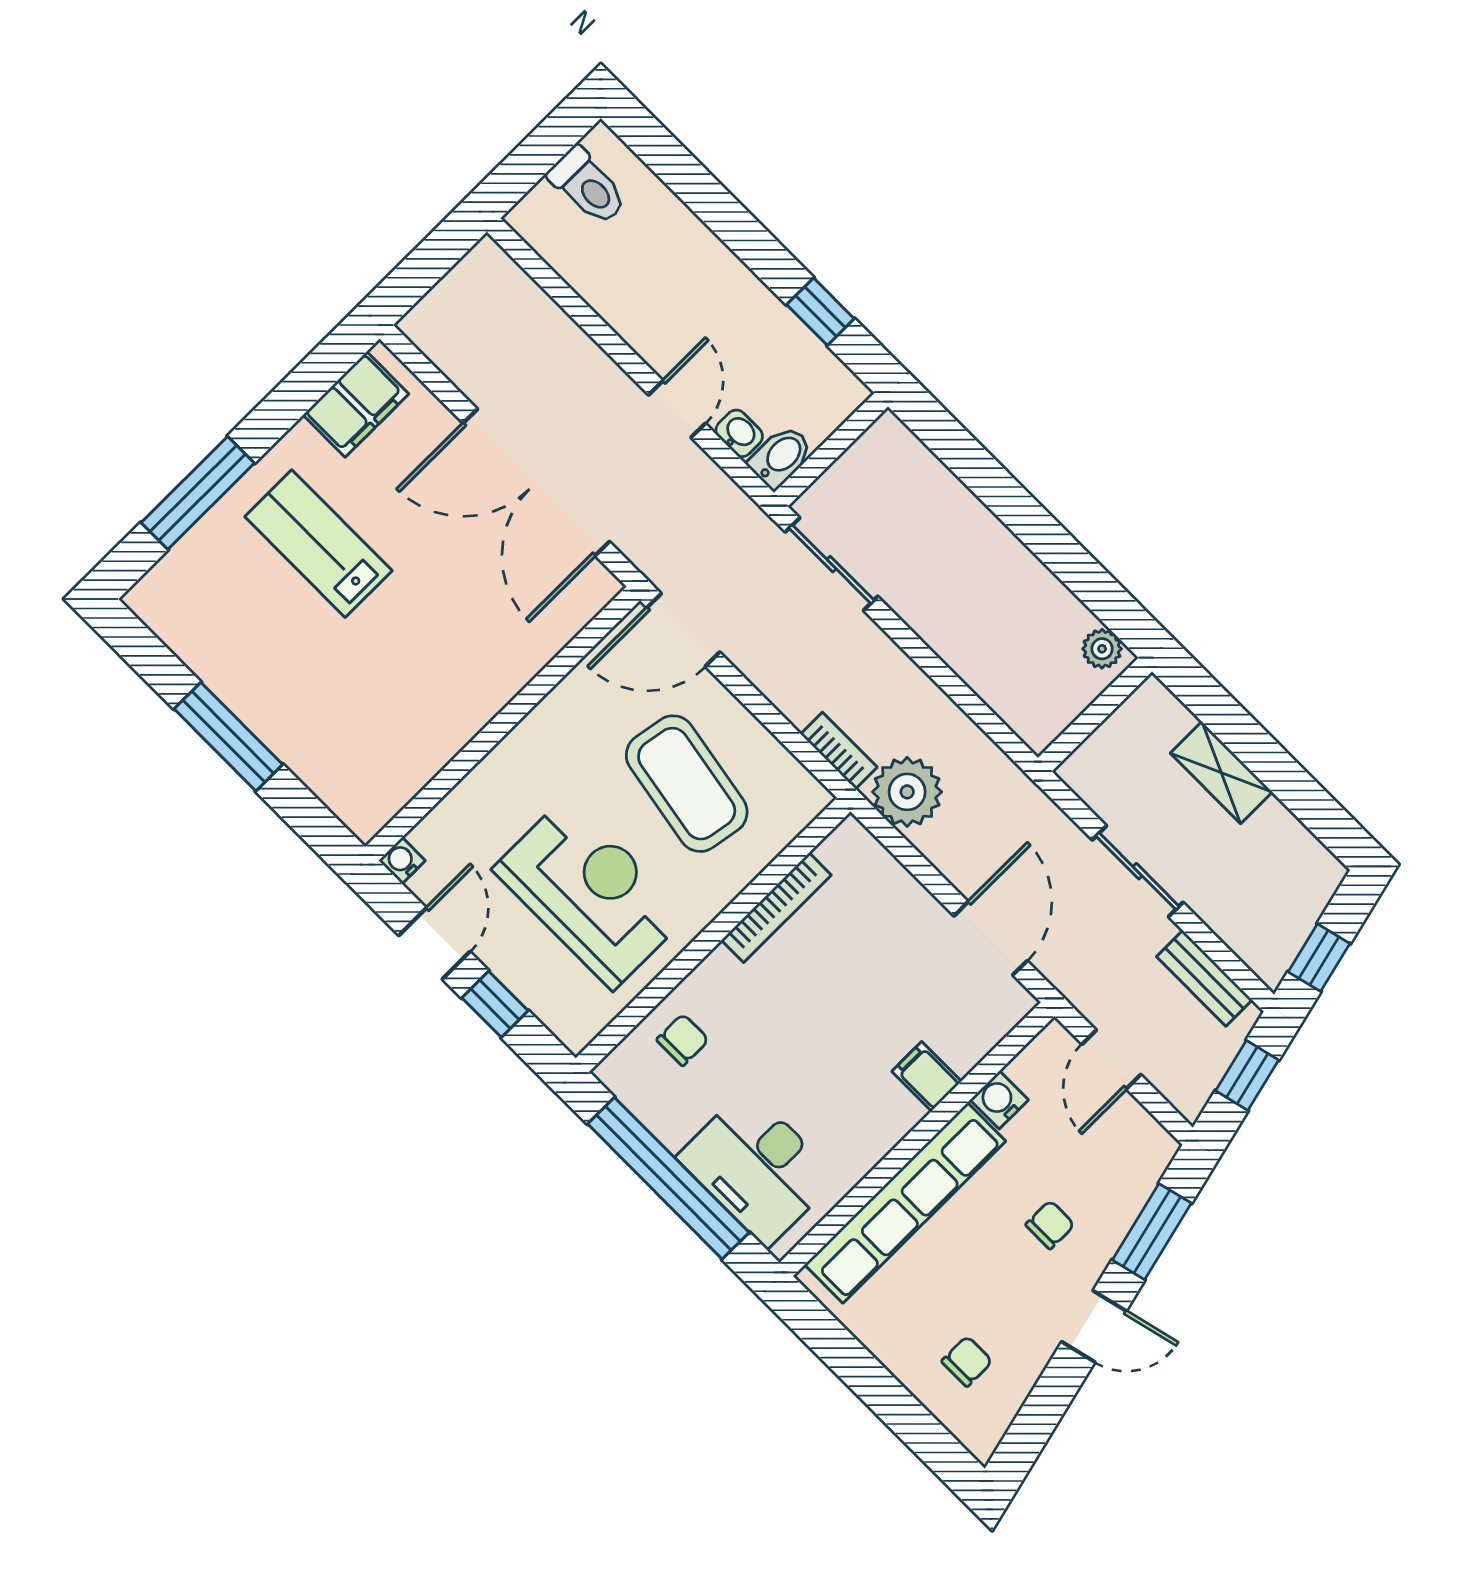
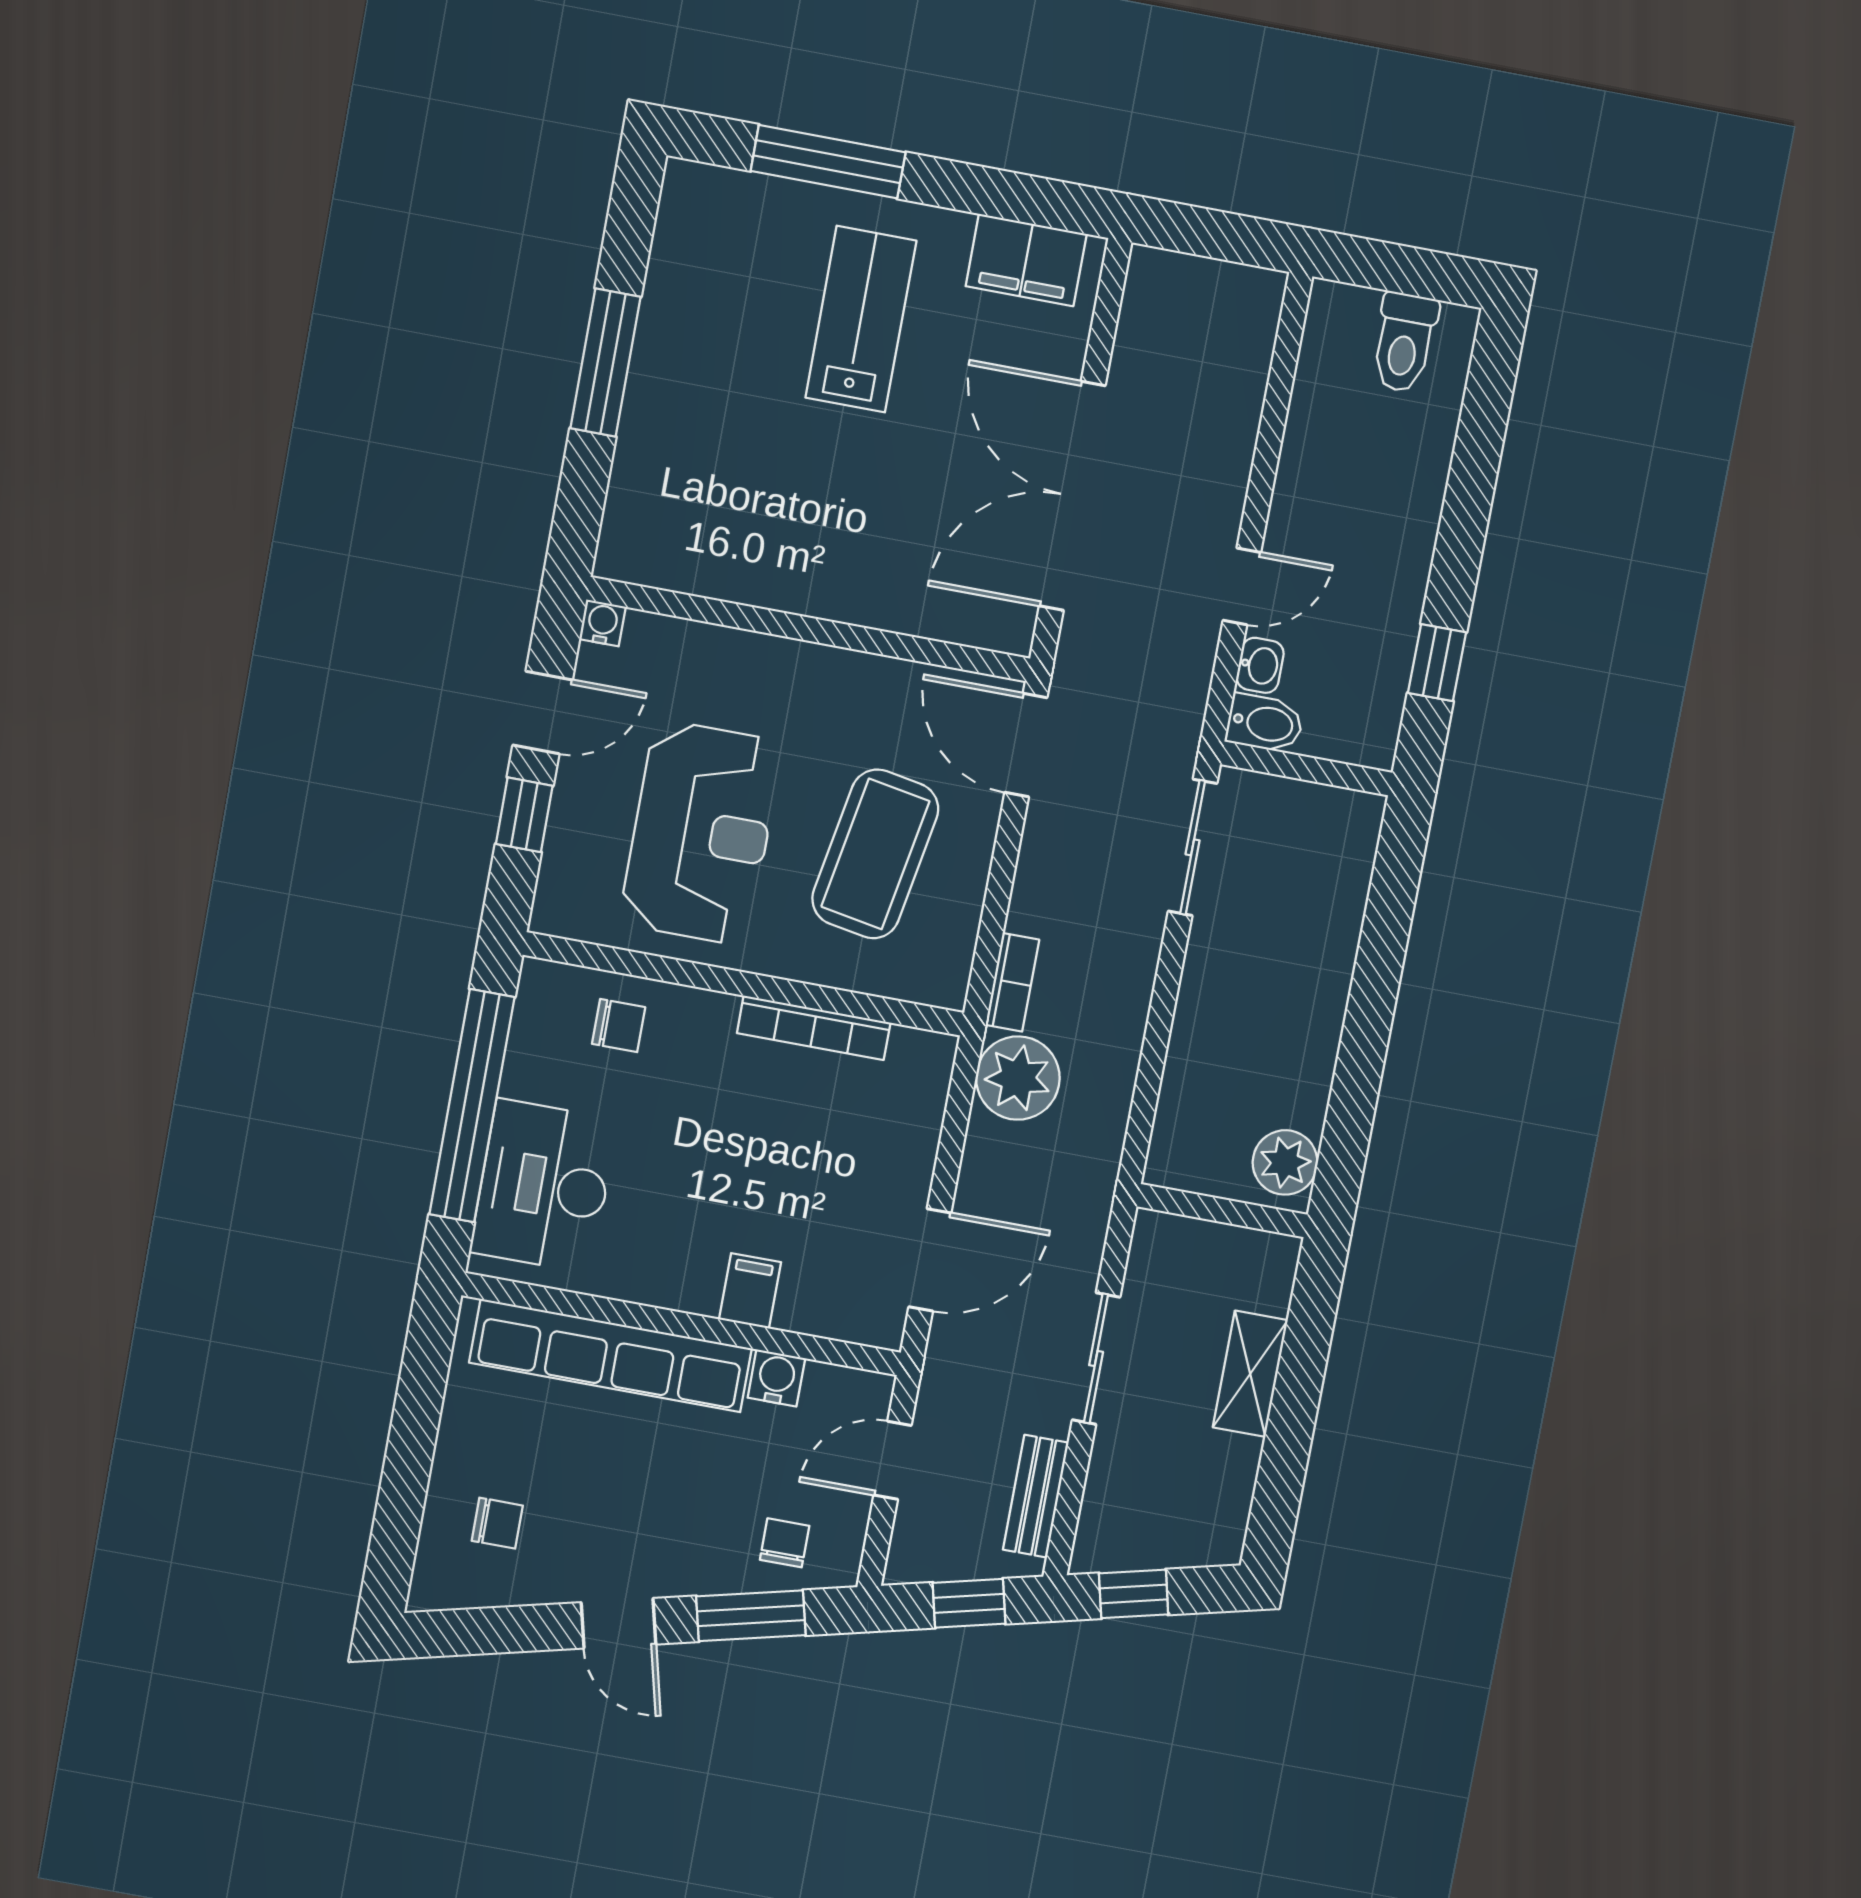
plant: (1102, 649) -> (1285, 1162), width x1.38, depth x1.38
chair: (1050, 1225) -> (785, 1543), moved, turned -90

